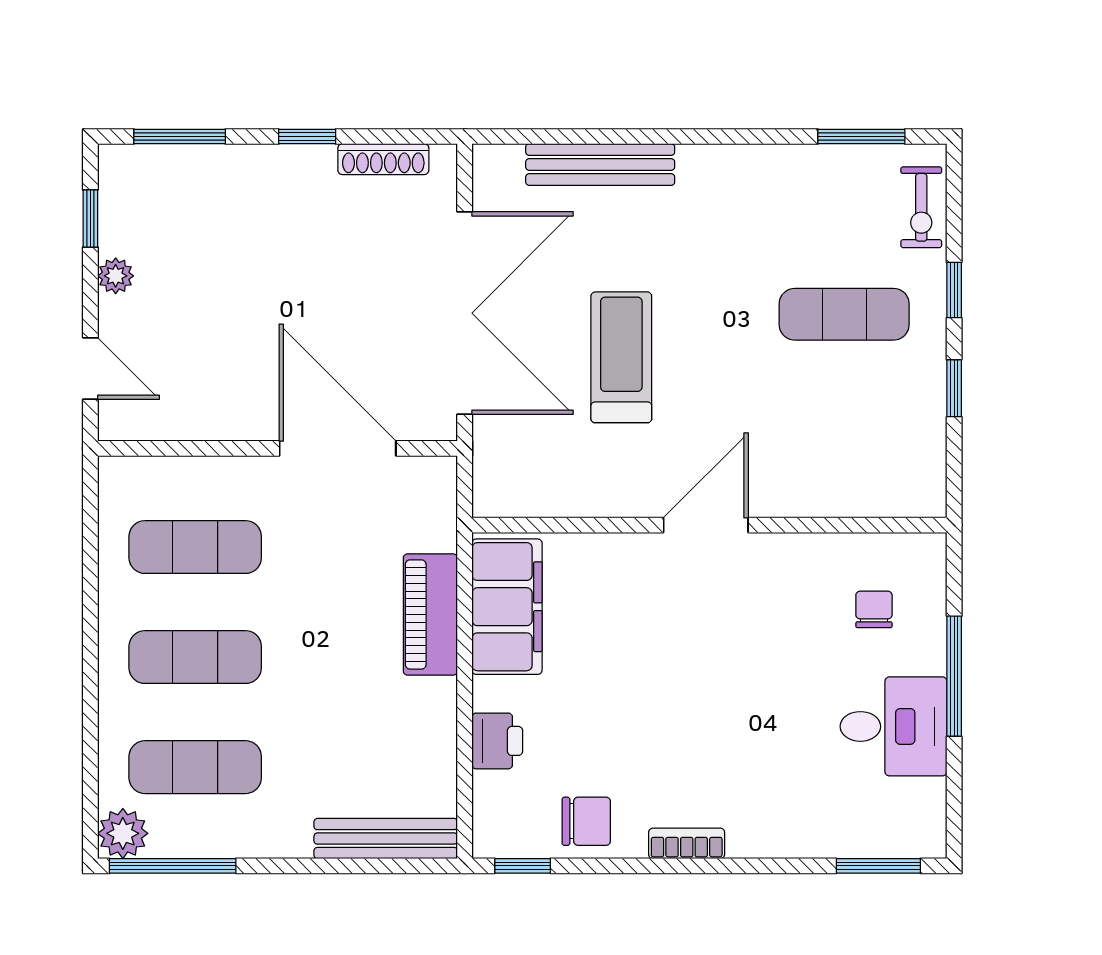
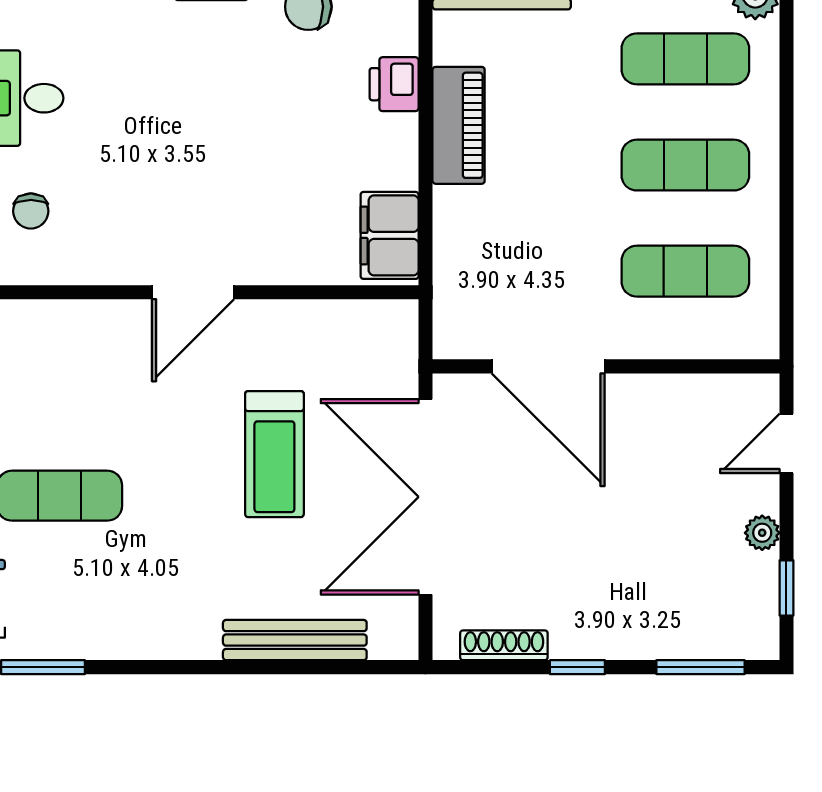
door: (90, 369) -> (786, 443), hinge flipped
filing cabinet: (507, 607) -> (390, 235), width x0.67, depth x0.86
piano: (430, 614) -> (459, 125), moved

